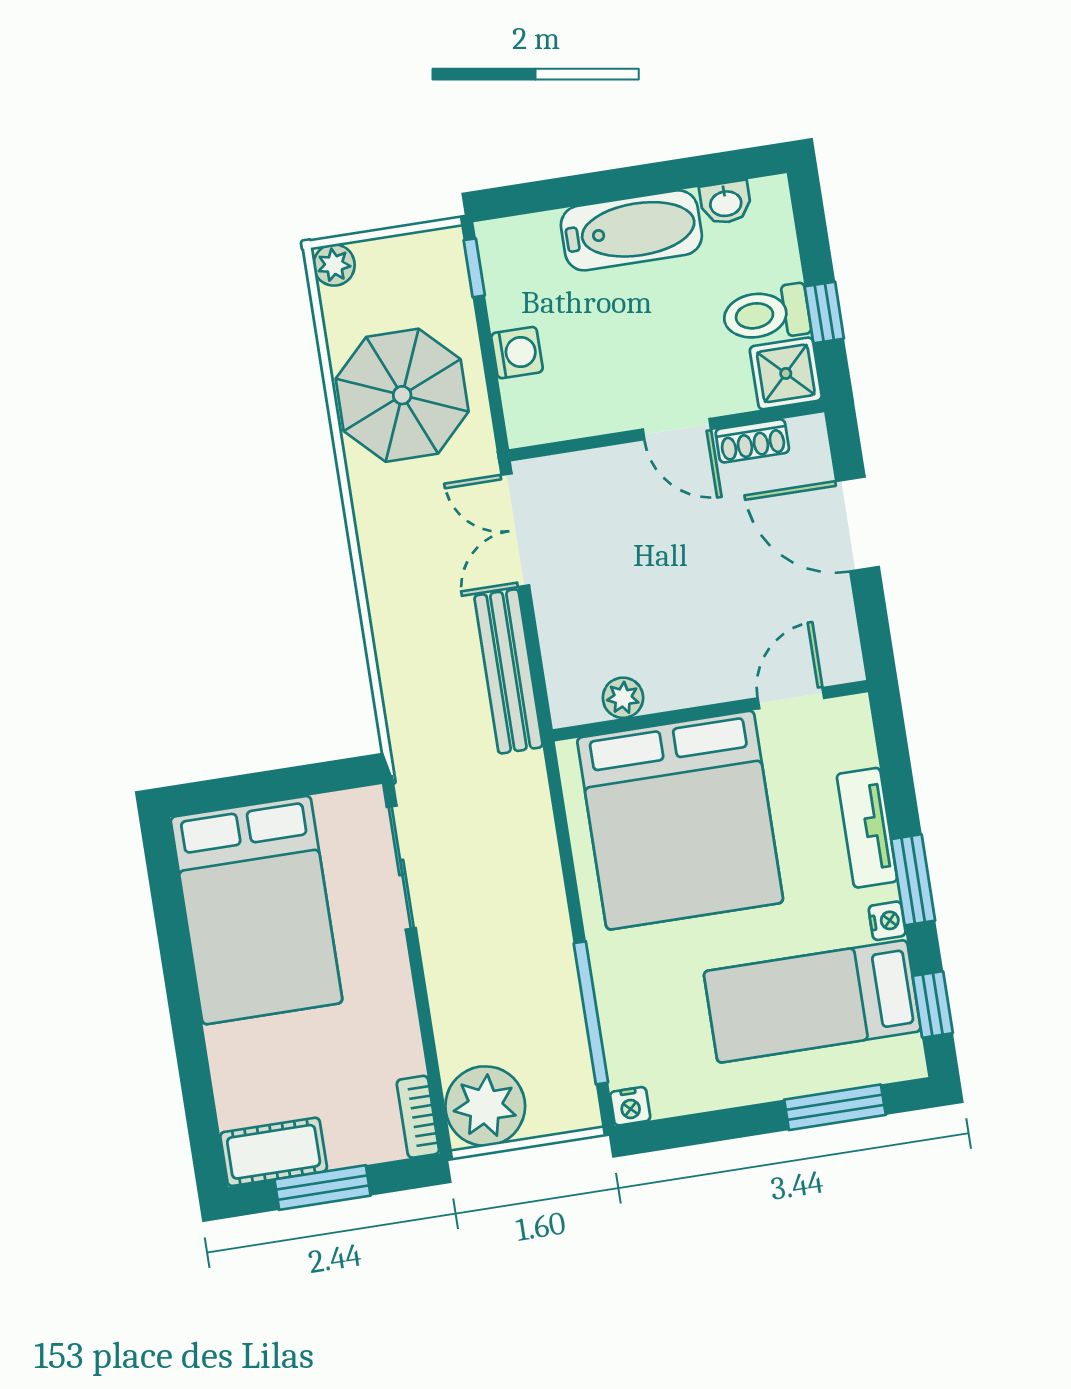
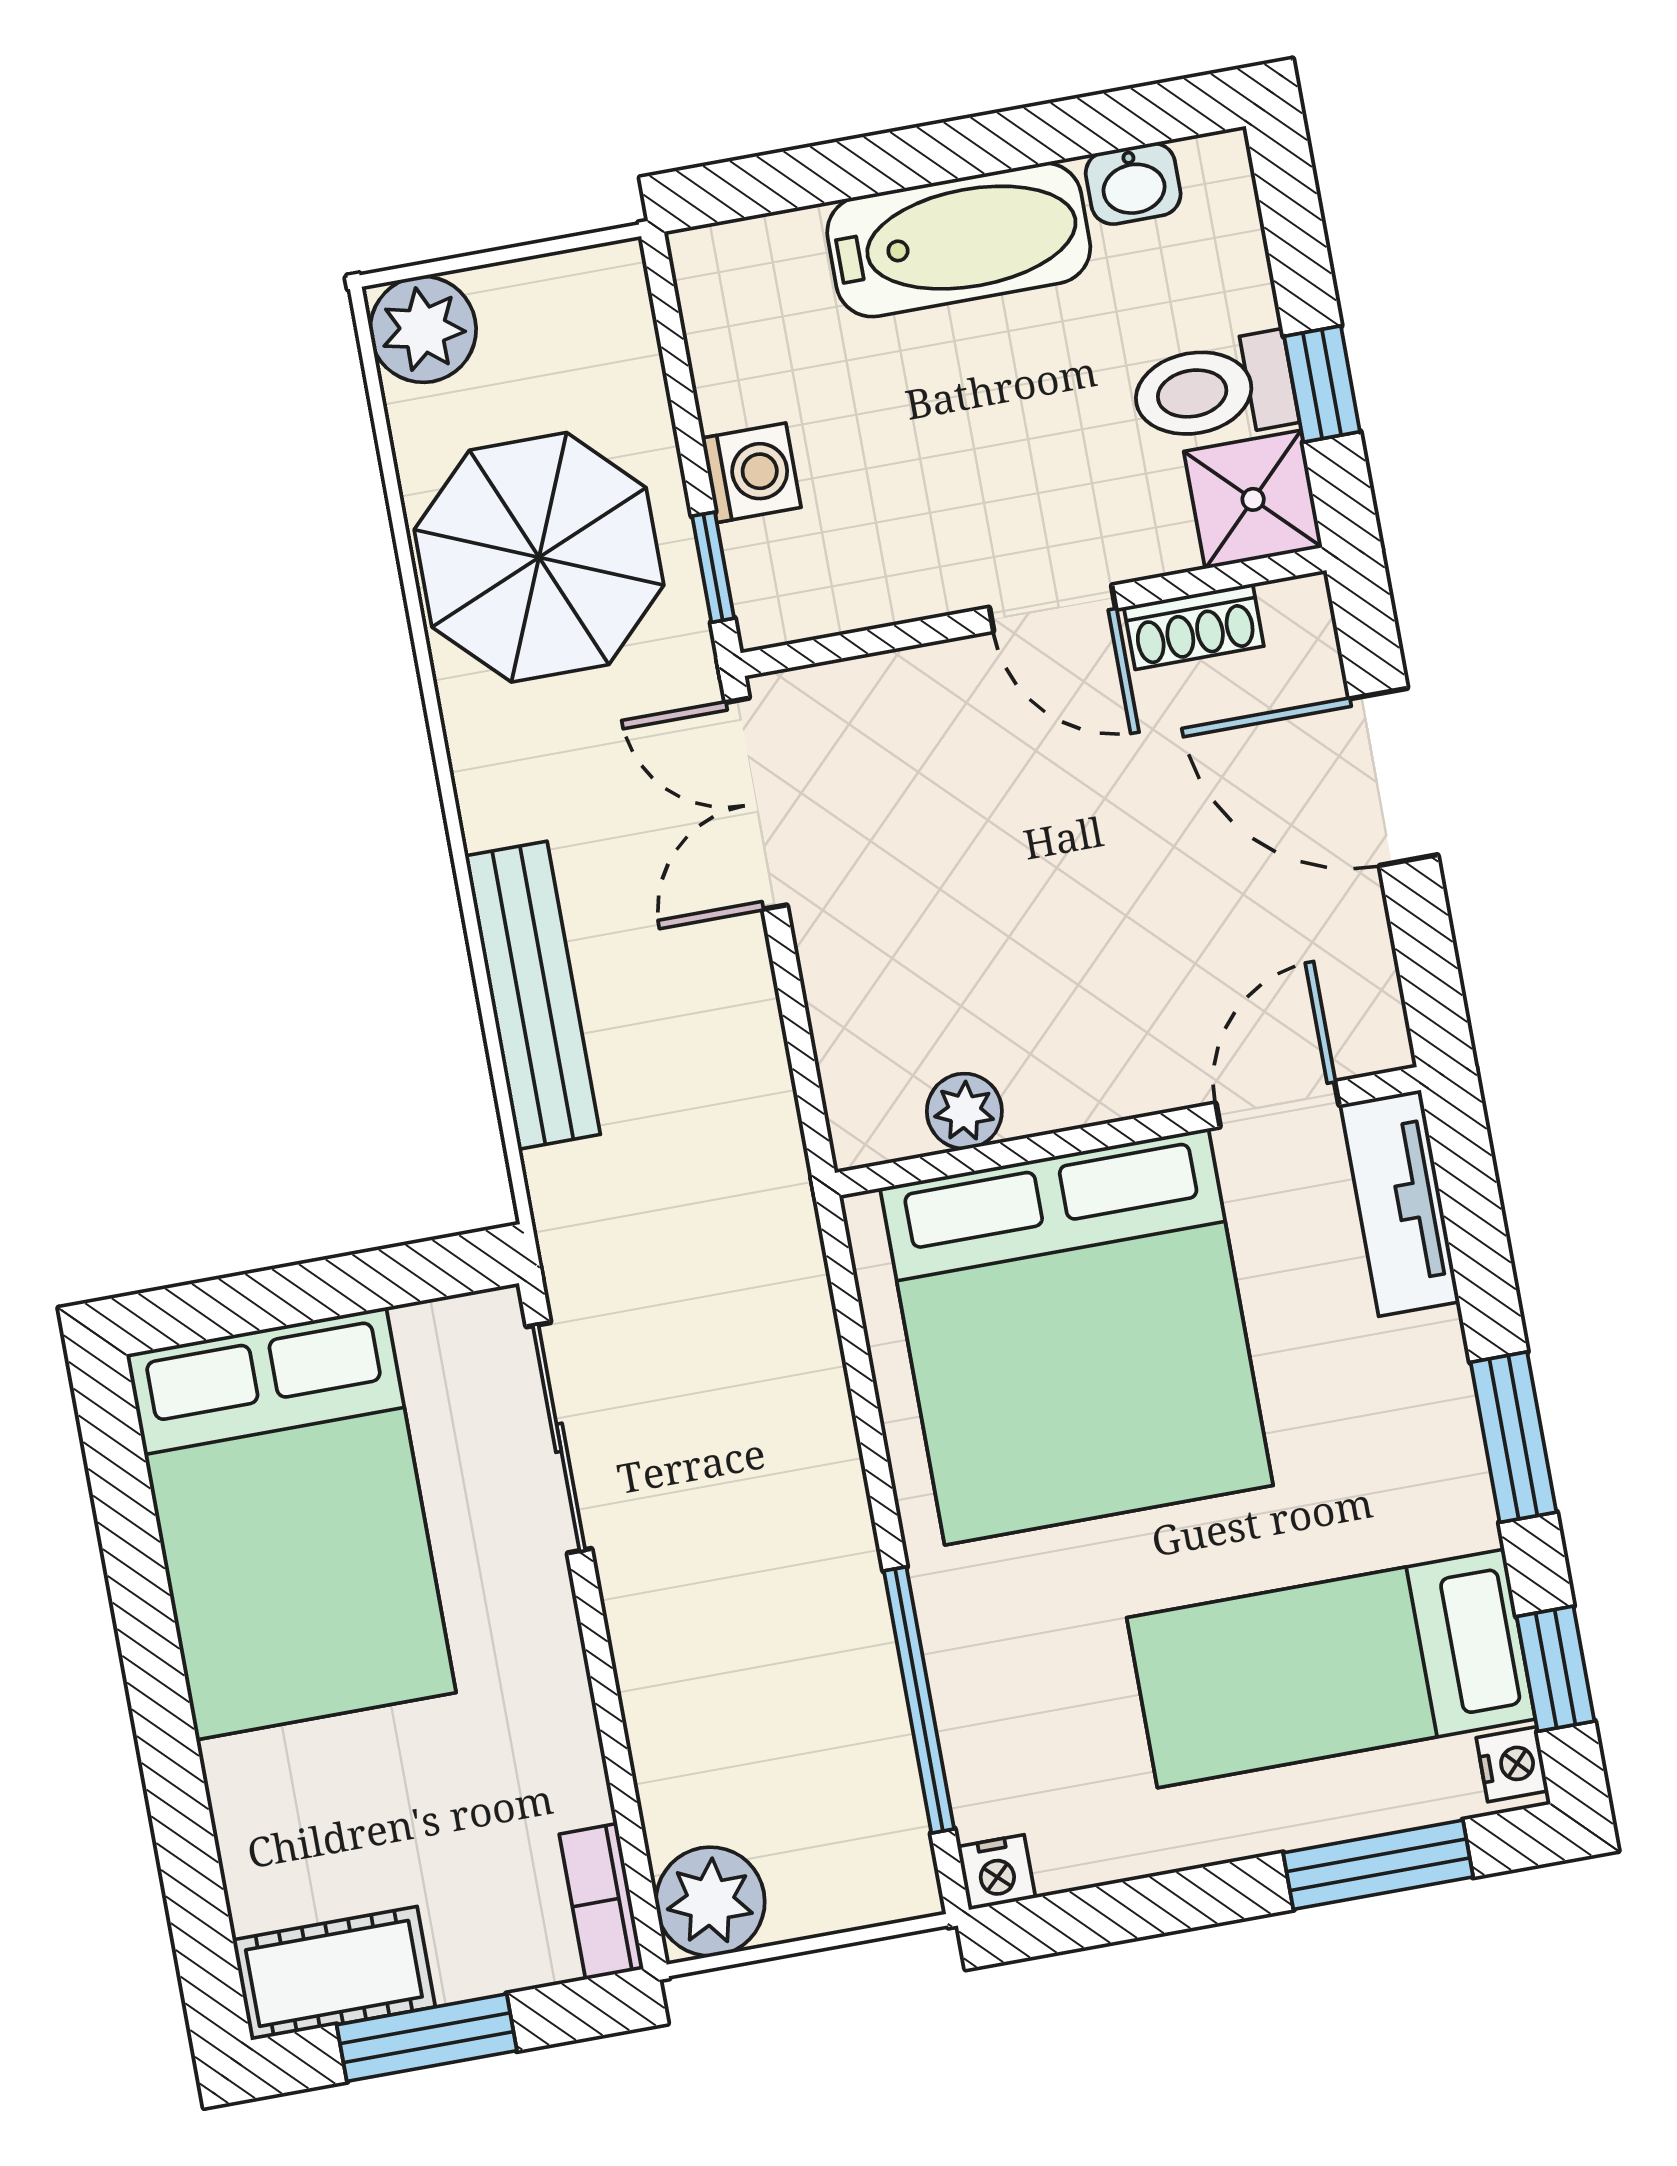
plant: (334, 265) -> (423, 329), width x1.38, depth x1.38
window: (474, 268) -> (713, 567), moved
bench: (508, 671) -> (533, 995), moved
tv unit: (867, 828) -> (1400, 1203), moved
nightstand: (887, 921) -> (1512, 1764), moved
plant: (485, 1106) -> (710, 1902), width x0.73, depth x0.73

